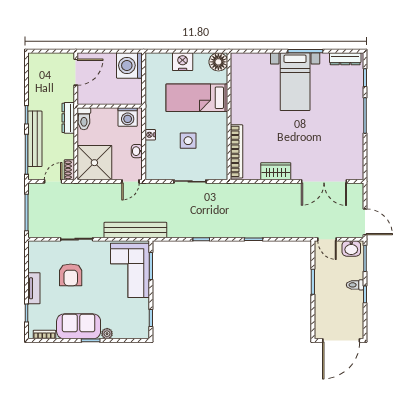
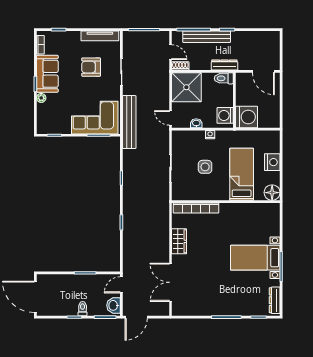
washing machine: (129, 65) -> (247, 117), moved, turned 90
tv unit: (34, 288) -> (100, 36), moved, width x1.41

